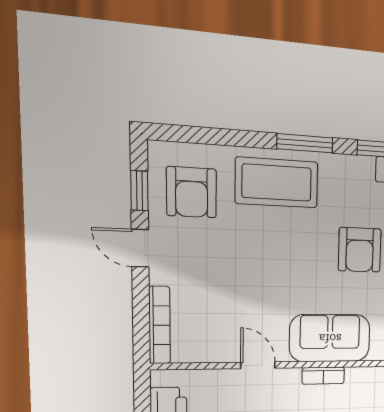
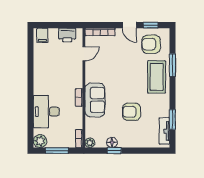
window: (305, 143) -> (172, 65), moved
door: (140, 248) -> (129, 25), swing flipped
door: (258, 365) -> (84, 54), moved

